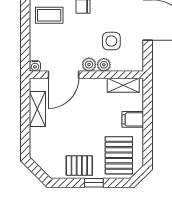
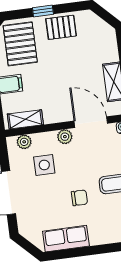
plant: (104, 65) -> (24, 142), moved
door: (63, 75) -> (91, 122), hinge flipped

